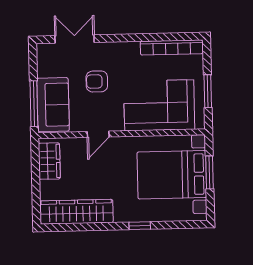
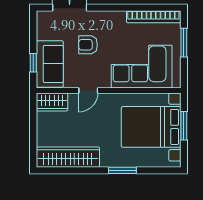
window: (208, 91) -> (184, 43), moved
window: (34, 104) -> (33, 63), width x0.46
wardrobe: (49, 161) -> (52, 102), moved, turned 90
window: (140, 226) -> (122, 170), width x1.50

